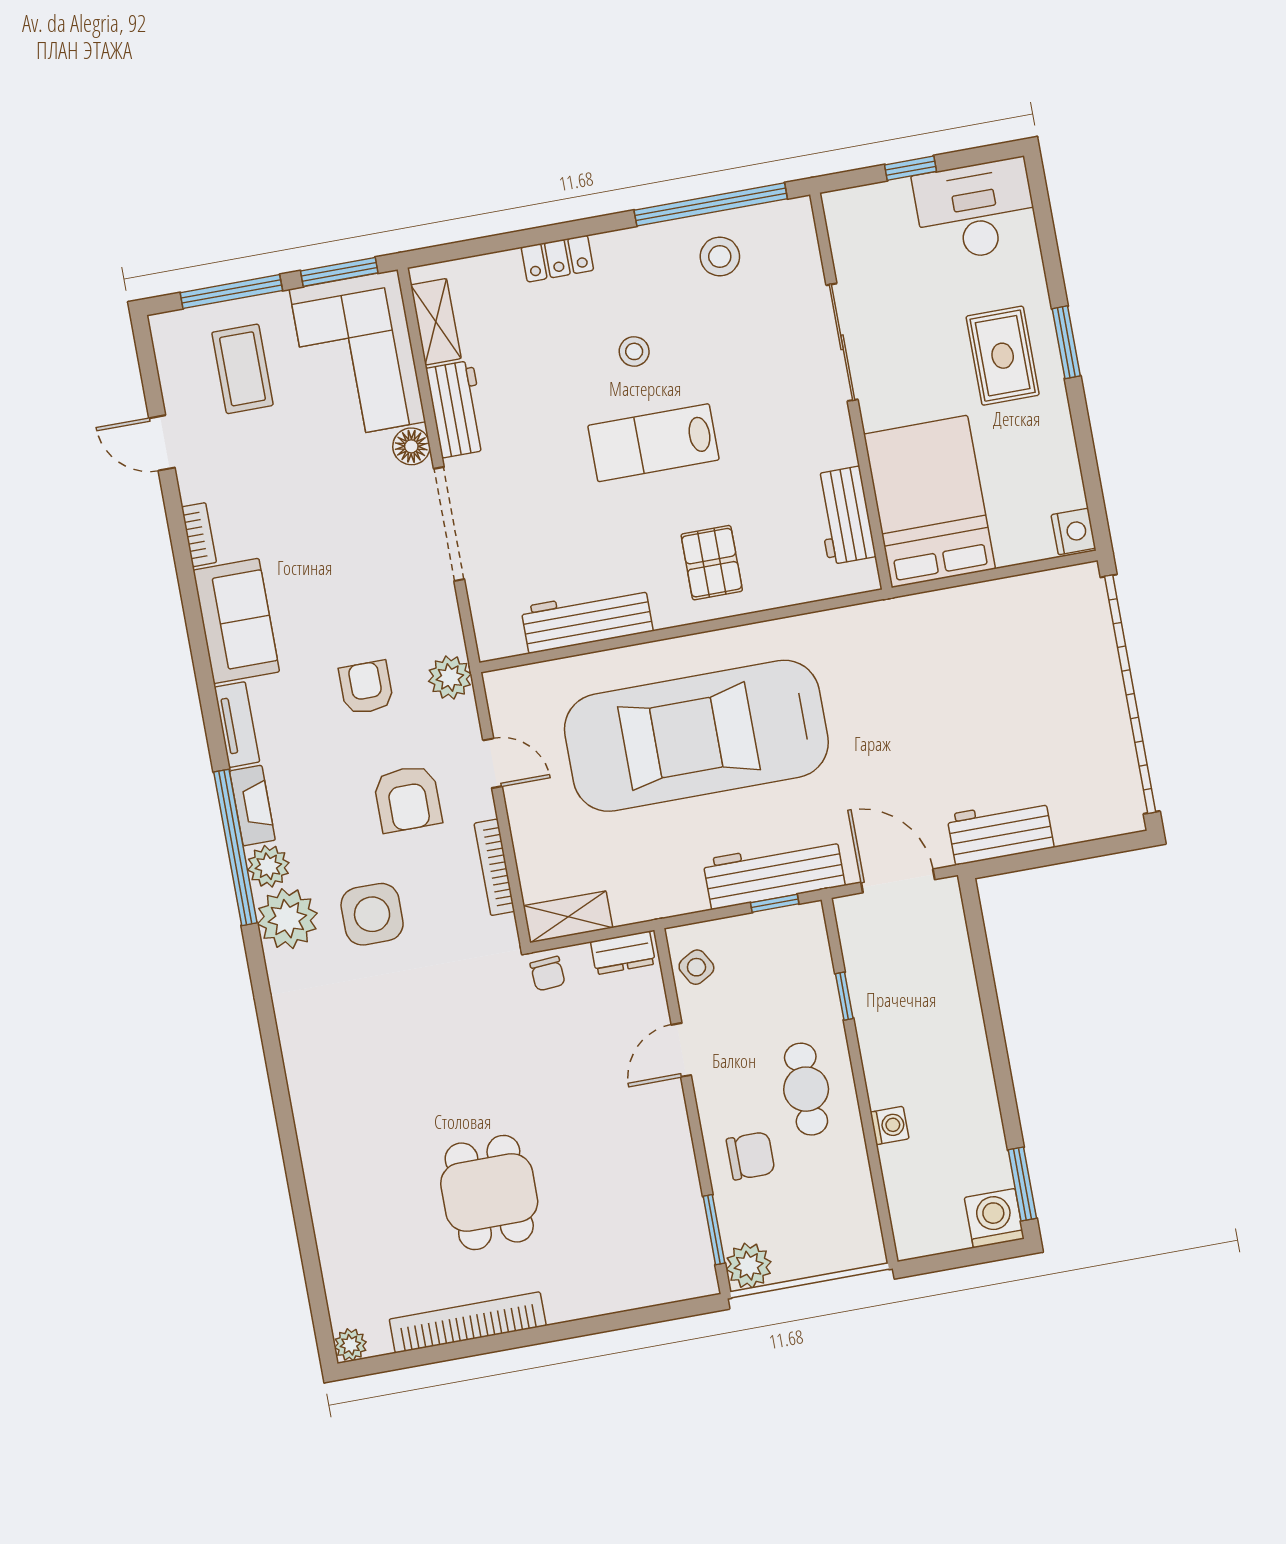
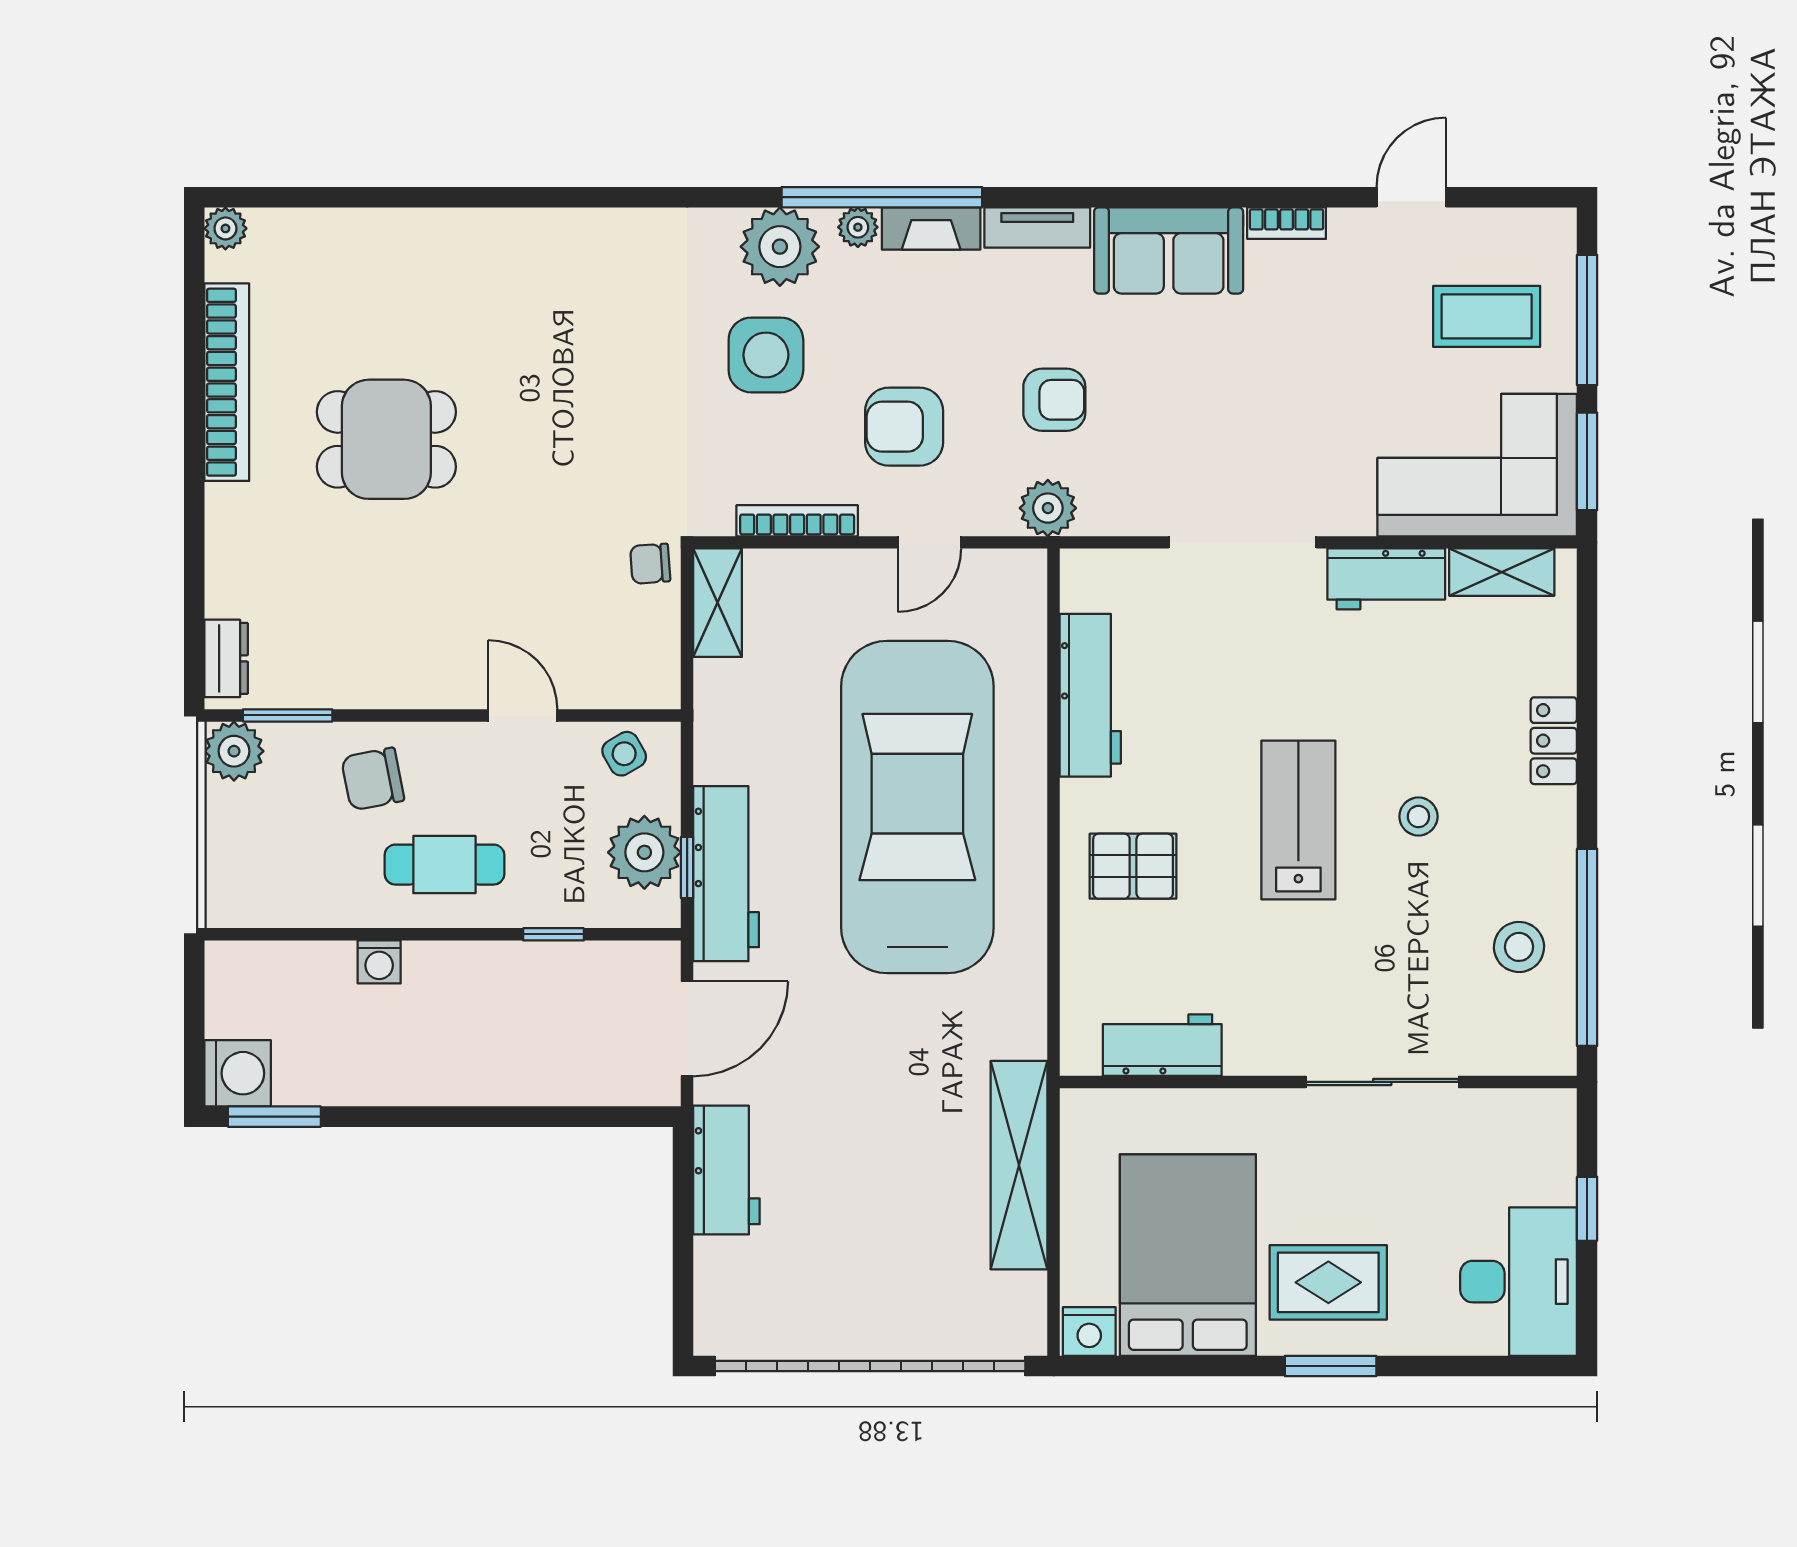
floor lamp: (411, 446) -> (1350, 512), removed
bed: (929, 501) -> (1188, 1255), moved, turned -90
shelving: (956, 608) -> (1019, 1165), added
plant: (268, 866) -> (858, 227), width x0.73, depth x0.73
plant: (769, 938) -> (644, 852), added
dresser: (623, 953) -> (226, 658), moved, turned 180
chair: (751, 1156) -> (373, 779), turned 79

